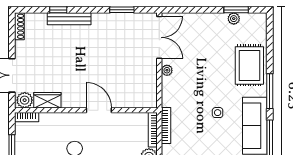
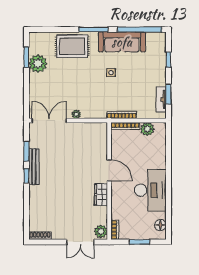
window: (58, 10) -> (26, 176), moved
bench: (69, 19) -> (34, 167), moved
plant: (234, 19) -> (38, 64), width x1.88, depth x1.88
wardrobe: (47, 100) -> (101, 195), moved
door: (99, 110) -> (109, 170), swing flipped

